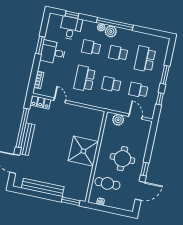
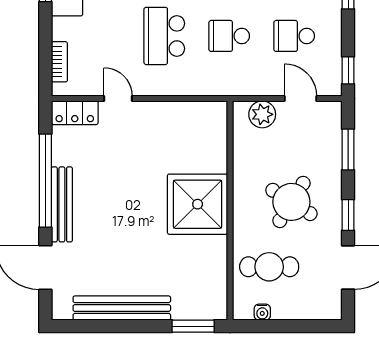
window: (160, 99) -> (348, 70), moved
window: (151, 142) -> (348, 150), added
round table: (122, 159) -> (291, 202), turned 32

